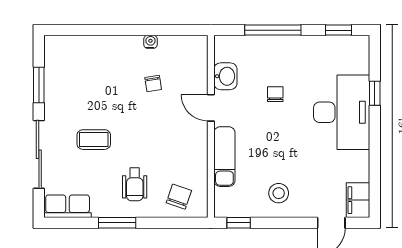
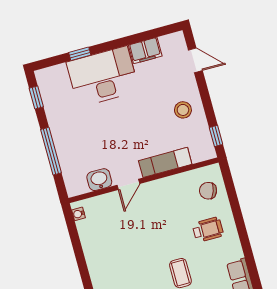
water cooler: (150, 42) -> (78, 214), moved
chair: (153, 84) -> (121, 237), removed
chair: (275, 94) -> (103, 135), removed
filing cabinet: (358, 200) -> (145, 51), moved
window: (117, 223) -> (243, 235), removed

